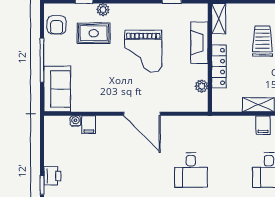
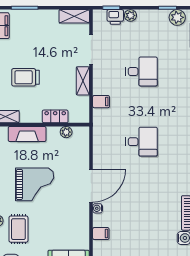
locker: (219, 66) -> (55, 116), width x0.66
water cooler: (75, 121) -> (98, 208), moved
filing cabinet: (263, 125) -> (101, 102), moved

